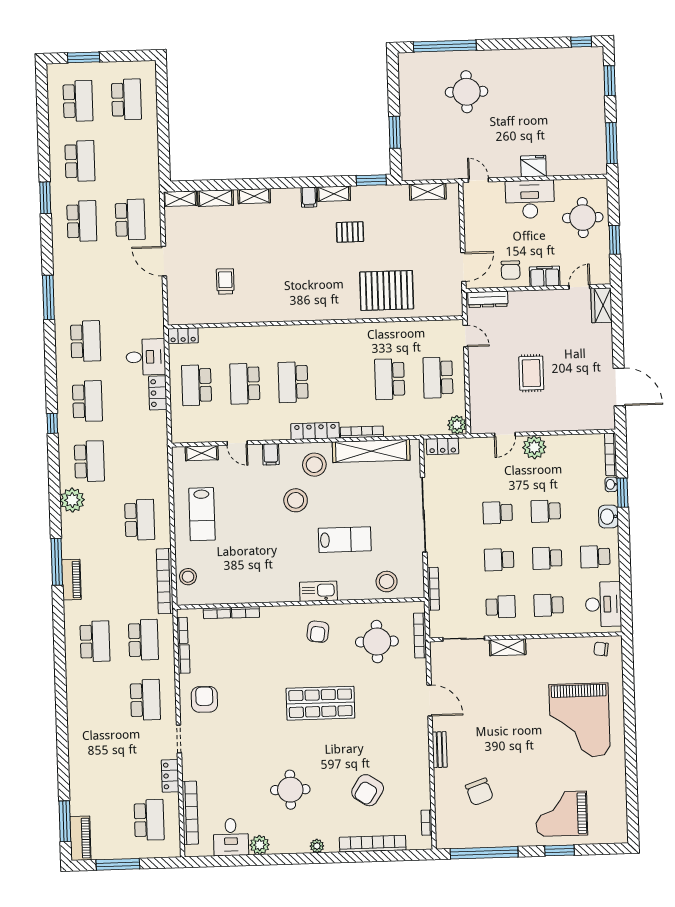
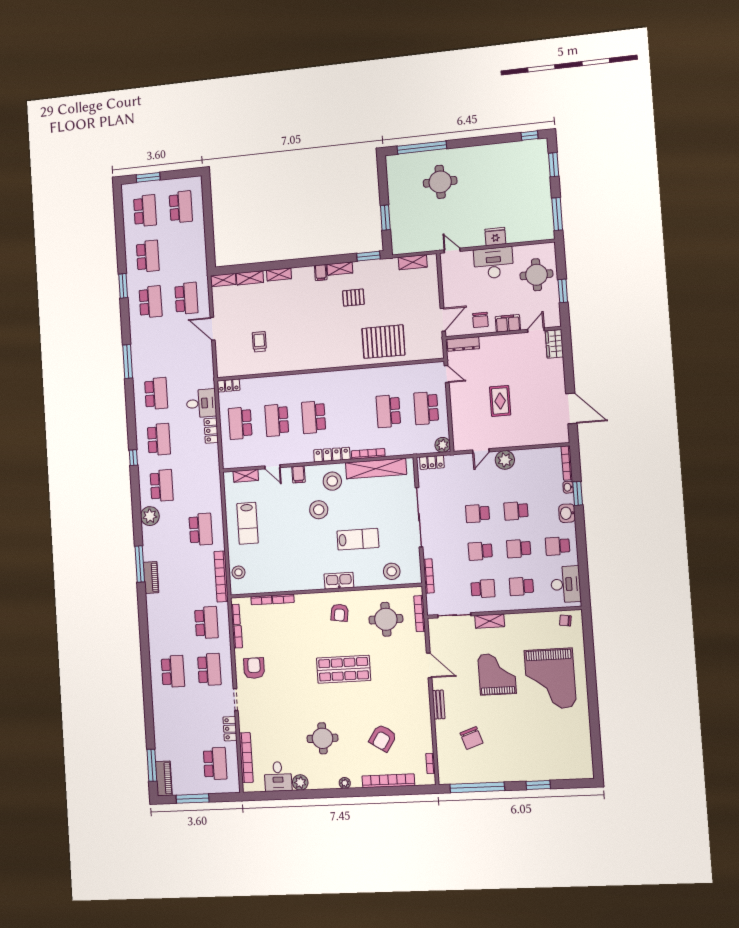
school desk: (95, 641) -> (173, 671), moved
grand piano: (562, 814) -> (497, 674), moved, turned 90

